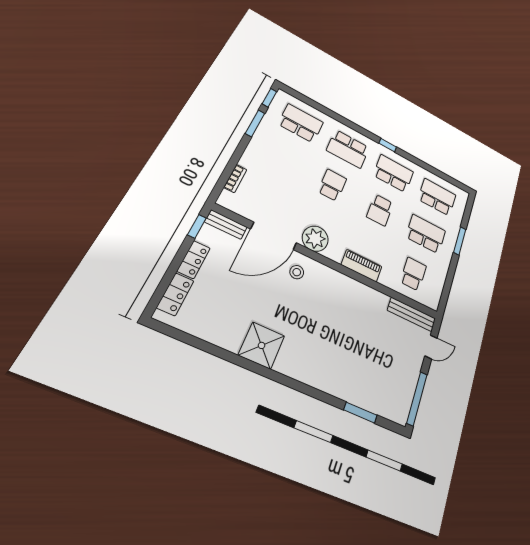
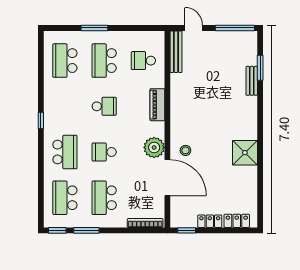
school desk: (393, 174) -> (104, 198), moved
bookcase: (235, 179) -> (145, 223), width x1.56
bench: (226, 224) -> (252, 81), moved

